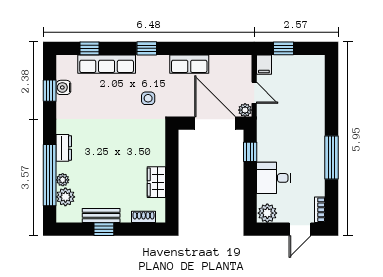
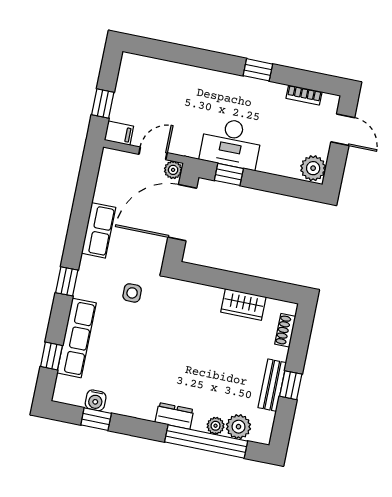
window: (331, 158) -> (258, 70), width x0.46
desk: (274, 178) -> (231, 143), moved, width x1.37
bookcase: (320, 210) -> (304, 95), moved

